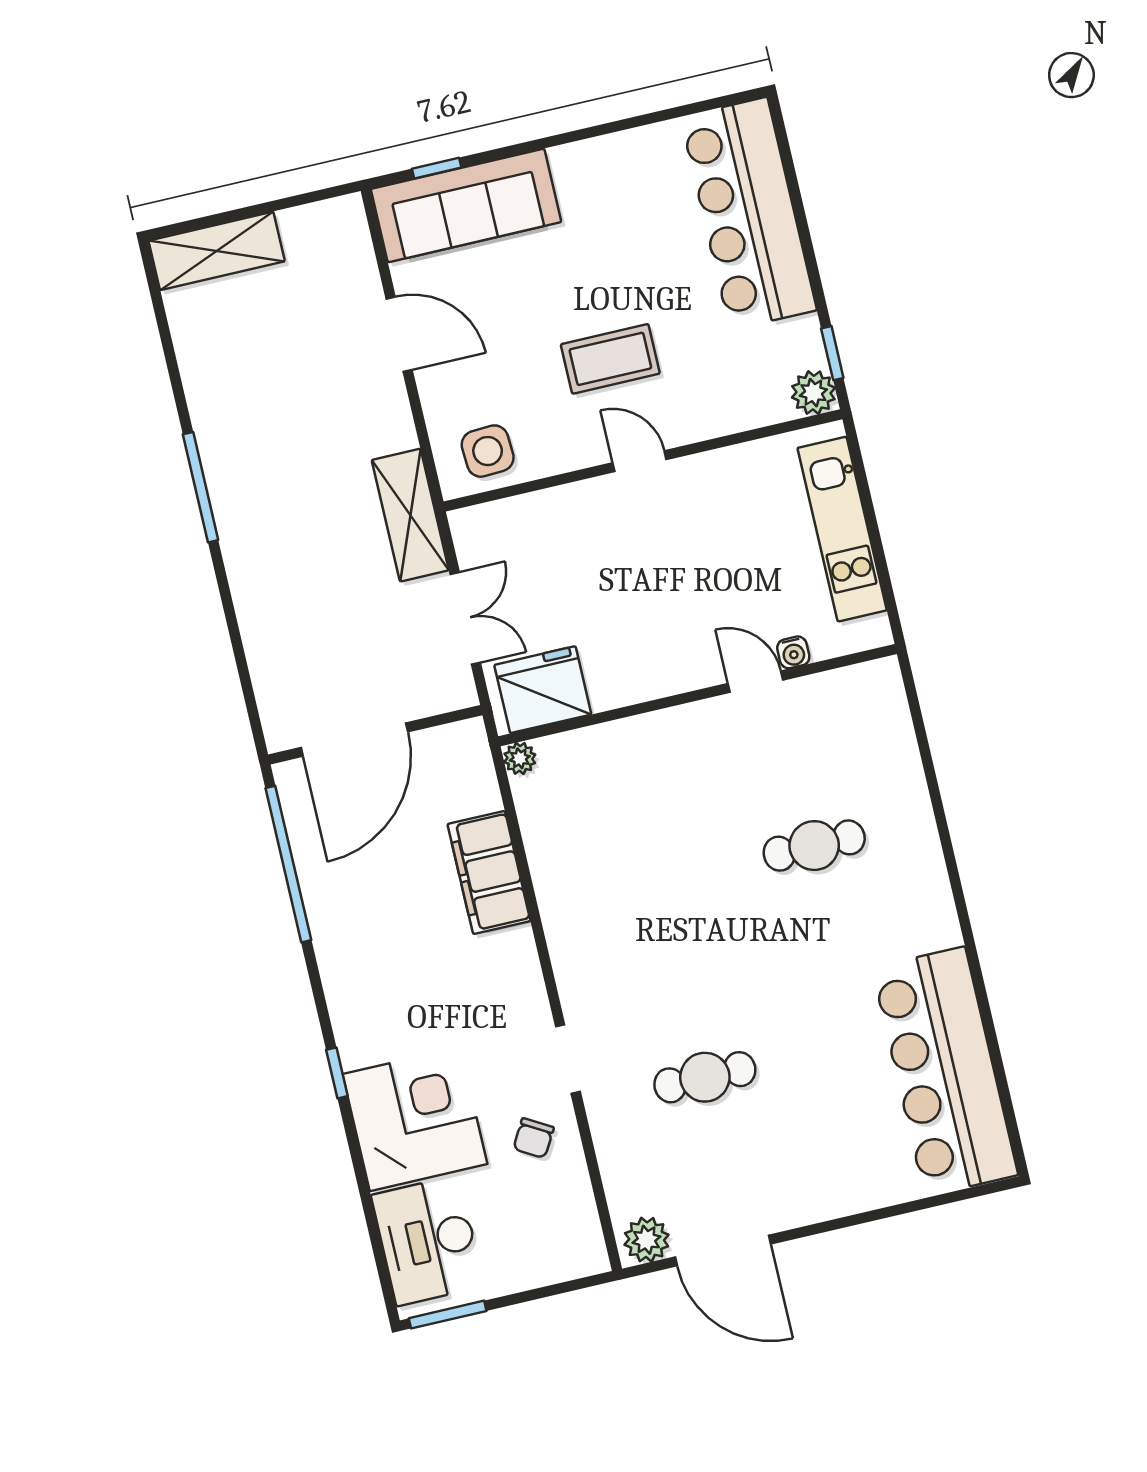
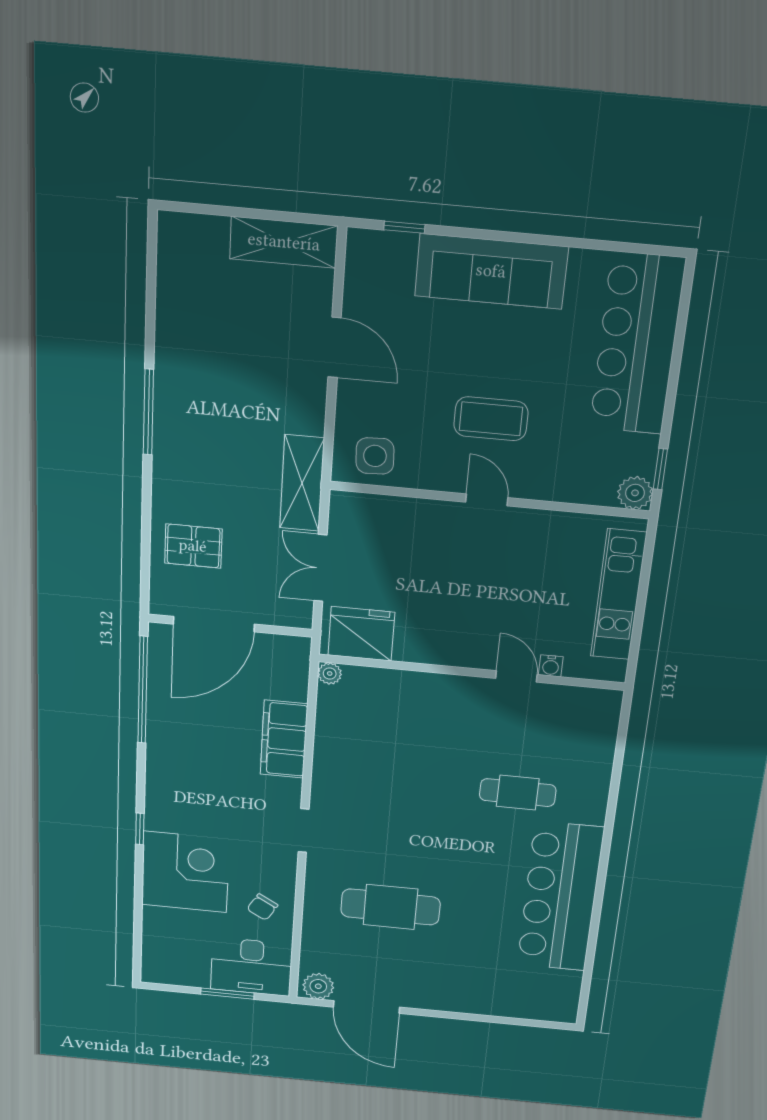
sofa: (466, 205) -> (491, 271), moved
shelving: (217, 251) -> (284, 242), moved
double door: (465, 618) -> (320, 568), swing flipped
pallet: (300, 642) -> (193, 546), added
doorway: (568, 1059) -> (304, 831), moved
bar counter: (945, 1071) -> (560, 897), moved
cafe table: (705, 1077) -> (390, 907), width x1.37, depth x1.35
desk: (428, 1241) -> (251, 967), moved, turned -90
window: (448, 1315) -> (227, 994), moved

